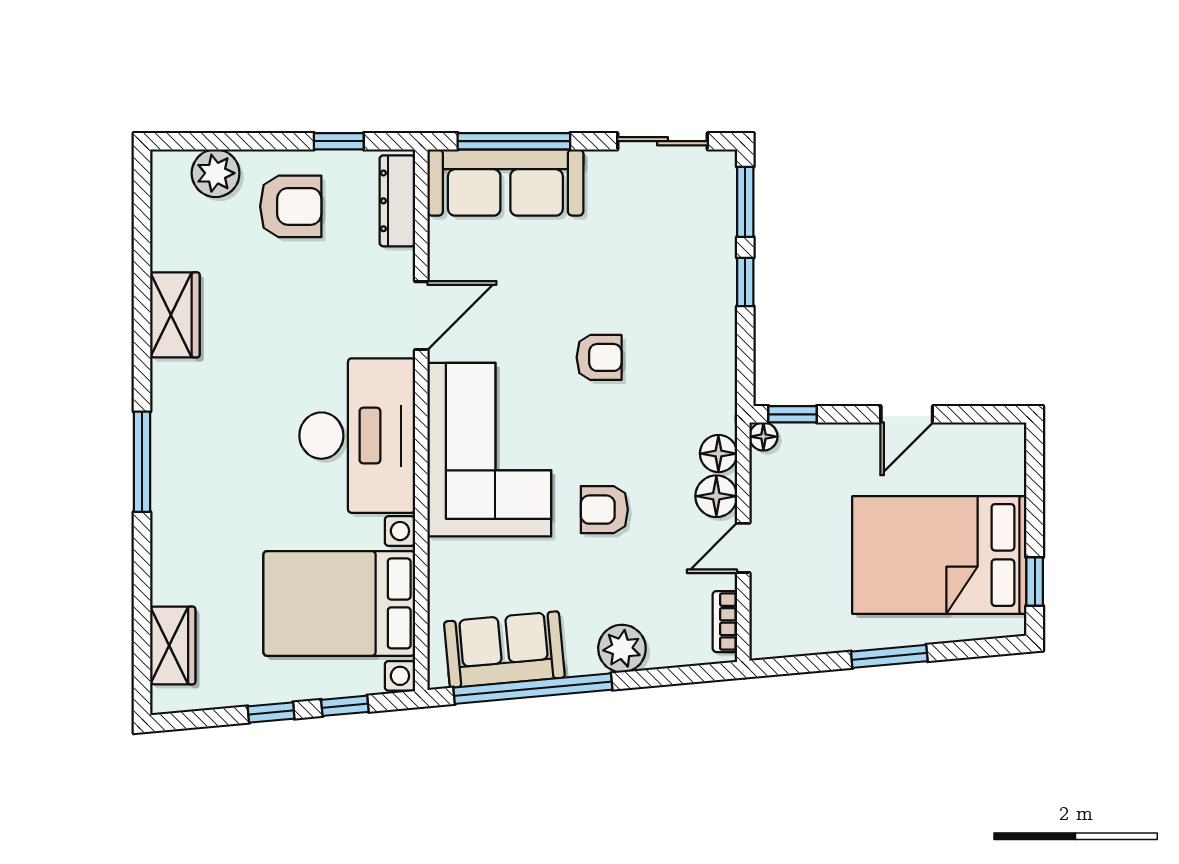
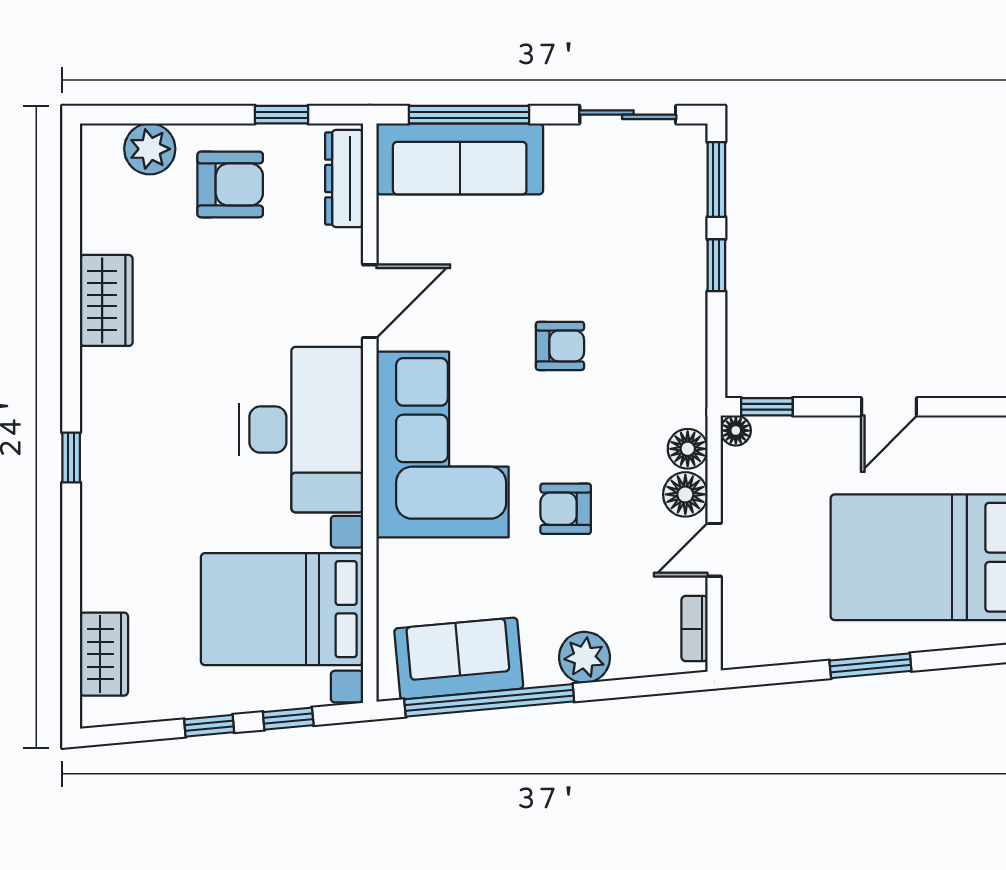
window: (142, 462) -> (71, 457), width x0.46

